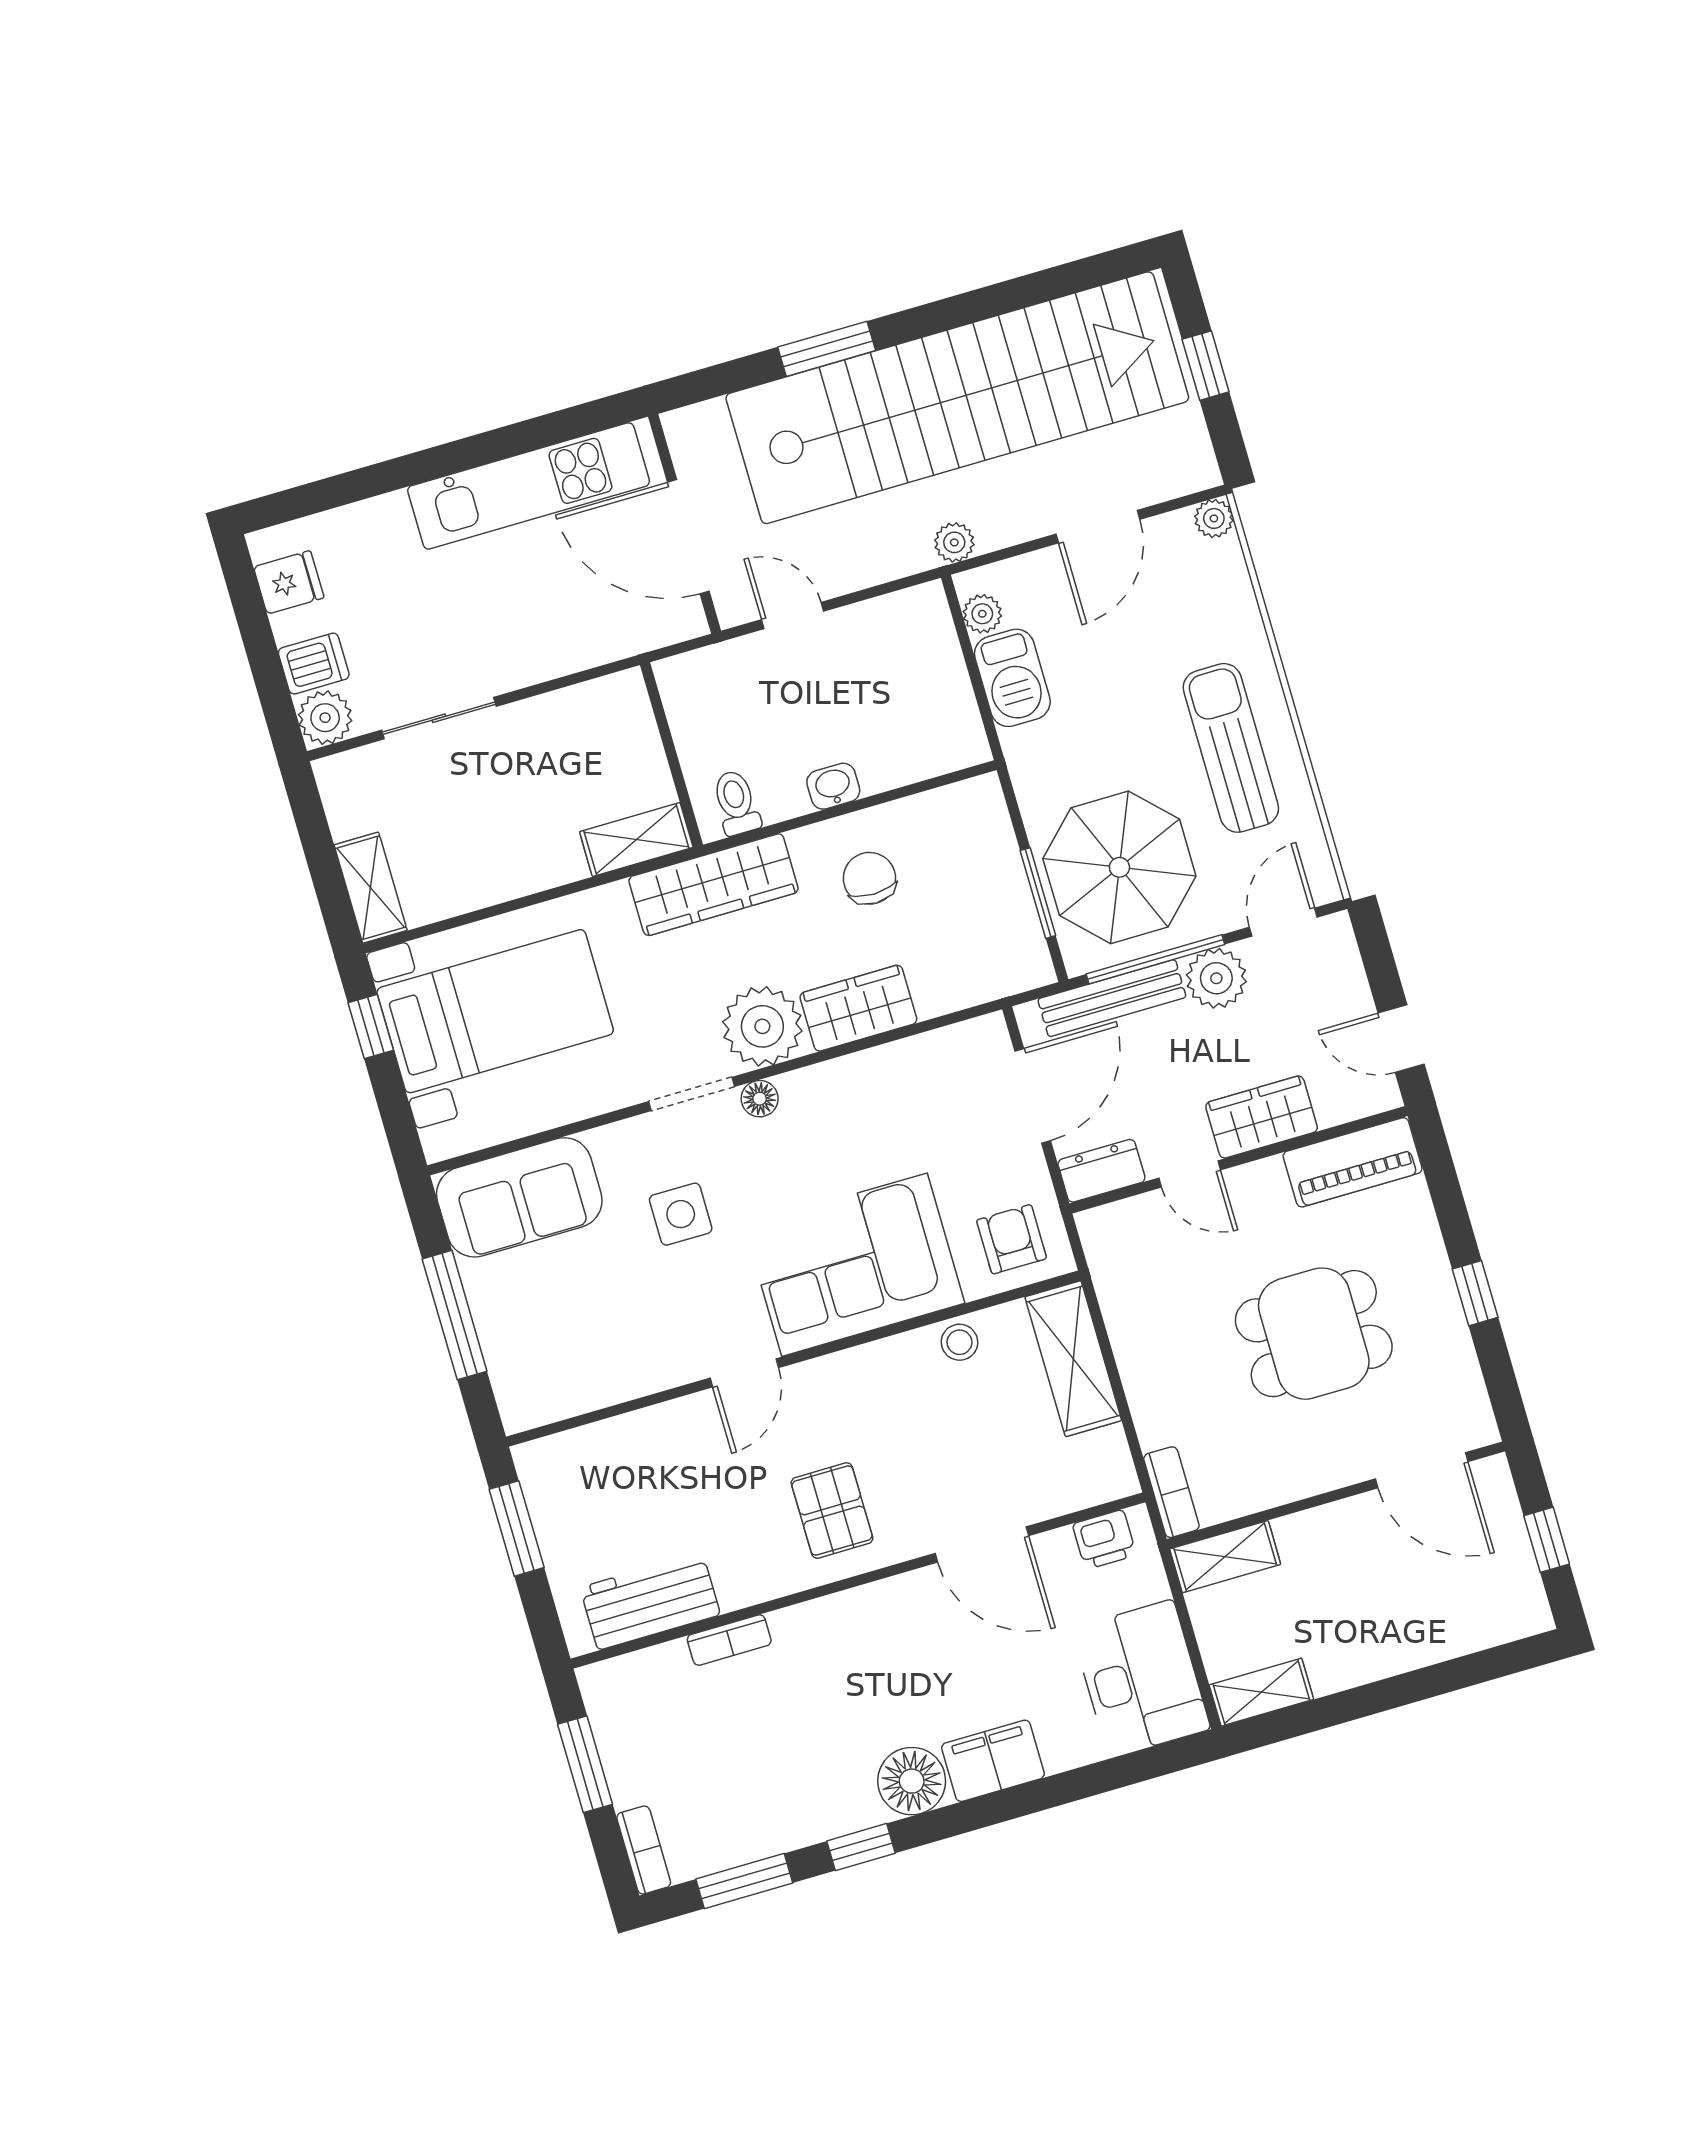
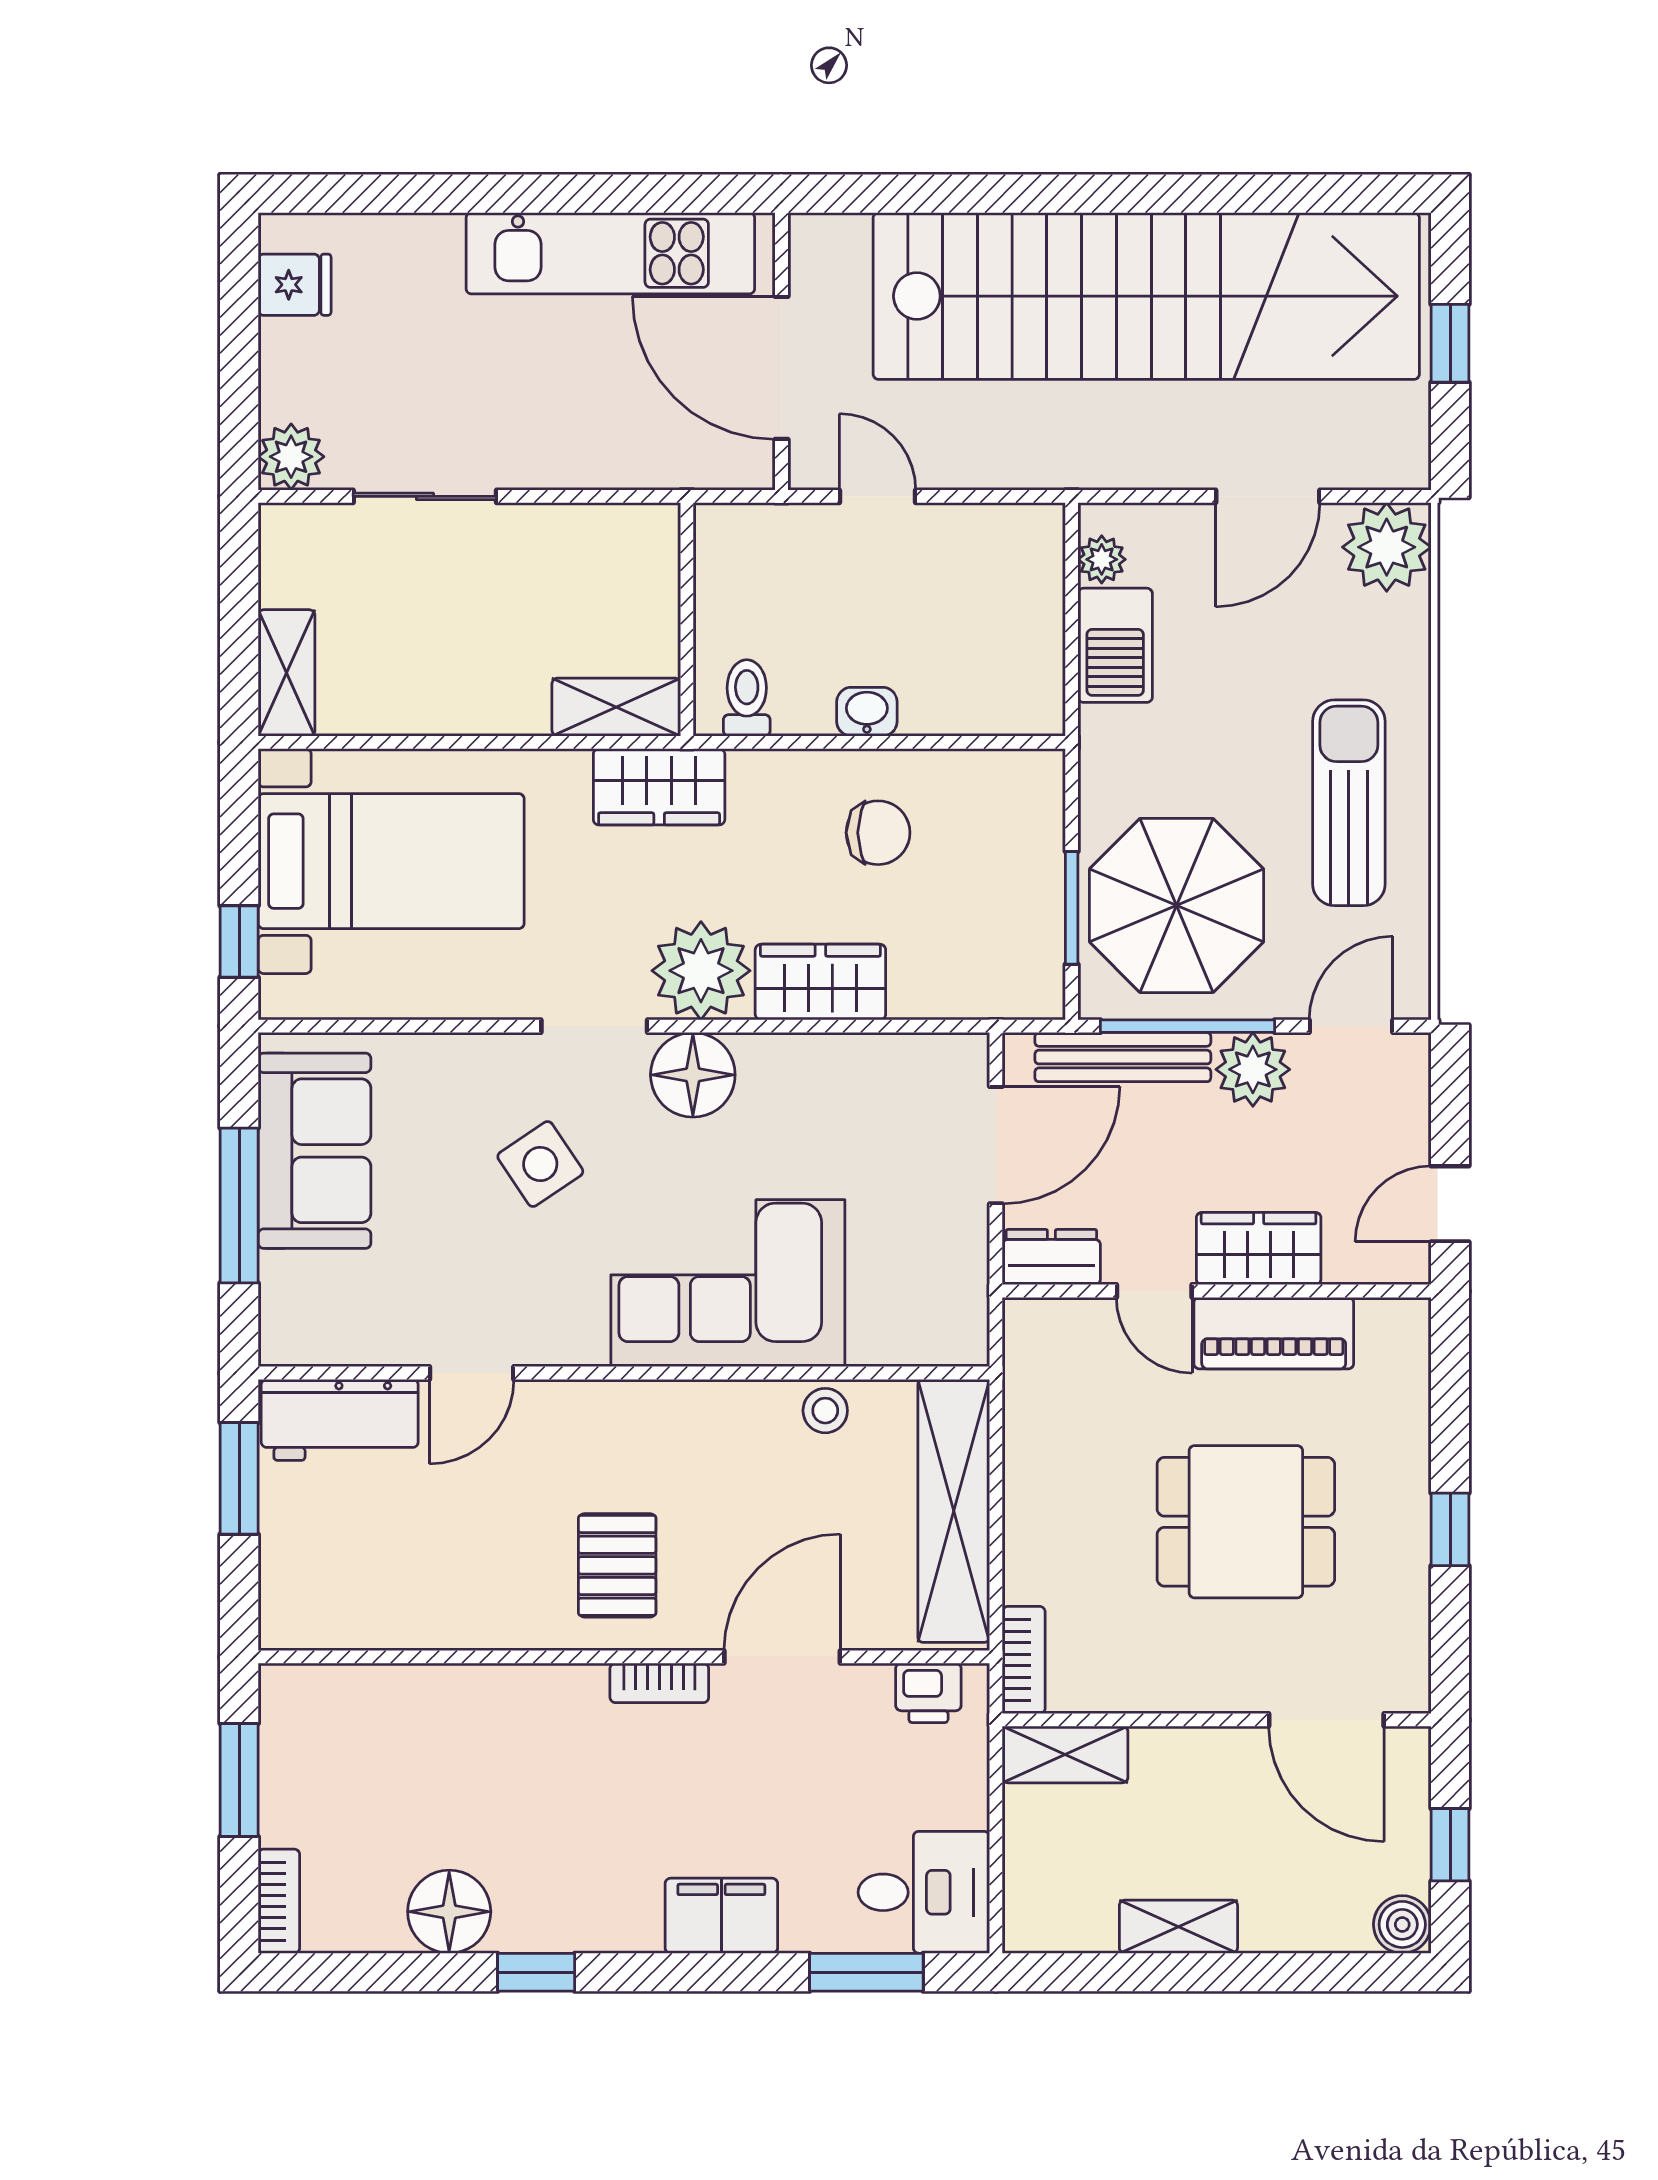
window: (827, 349) -> (1009, 194), removed
plant: (1214, 518) -> (1387, 547), width x1.88, depth x1.88
plant: (954, 542) -> (1093, 466), removed
dishwasher: (314, 664) -> (296, 389), removed
chair: (869, 878) -> (878, 833), turned 90
wardrobe: (714, 885) -> (659, 787), width x0.67
window: (371, 1027) -> (239, 942), moved
door: (1401, 1039) -> (1450, 1204), hinge flipped
floor lamp: (760, 1099) -> (693, 1075), width x1.89, depth x1.89
piano: (1353, 1162) -> (1274, 1333), moved
sofa: (519, 1197) -> (314, 1151), moved, turned -90
side table: (681, 1214) -> (540, 1164), turned -34
armchair: (1012, 1239) -> (922, 1307), removed
shelving: (1073, 1359) -> (954, 1511), width x1.47
door: (744, 1373) -> (472, 1373), moved
door: (982, 1545) -> (782, 1657), swing flipped
workbench: (650, 1601) -> (340, 1420), moved, turned 180
boiler: (1527, 1613) -> (1402, 1924), added
bookcase: (729, 1640) -> (659, 1683), moved
desk: (1141, 1679) -> (924, 1892), width x0.73
shelving: (1261, 1692) -> (1178, 1927), moved
floor lamp: (912, 1781) -> (449, 1912), moved
window: (744, 1881) -> (866, 1972), moved

